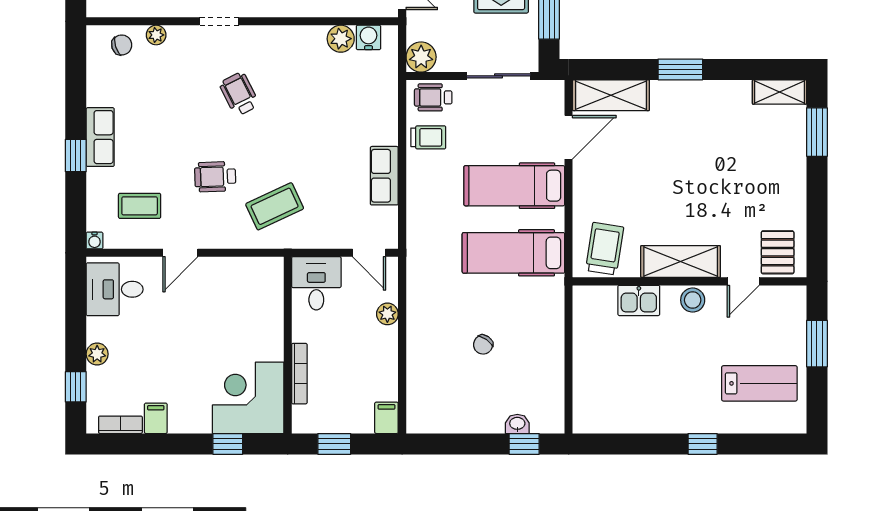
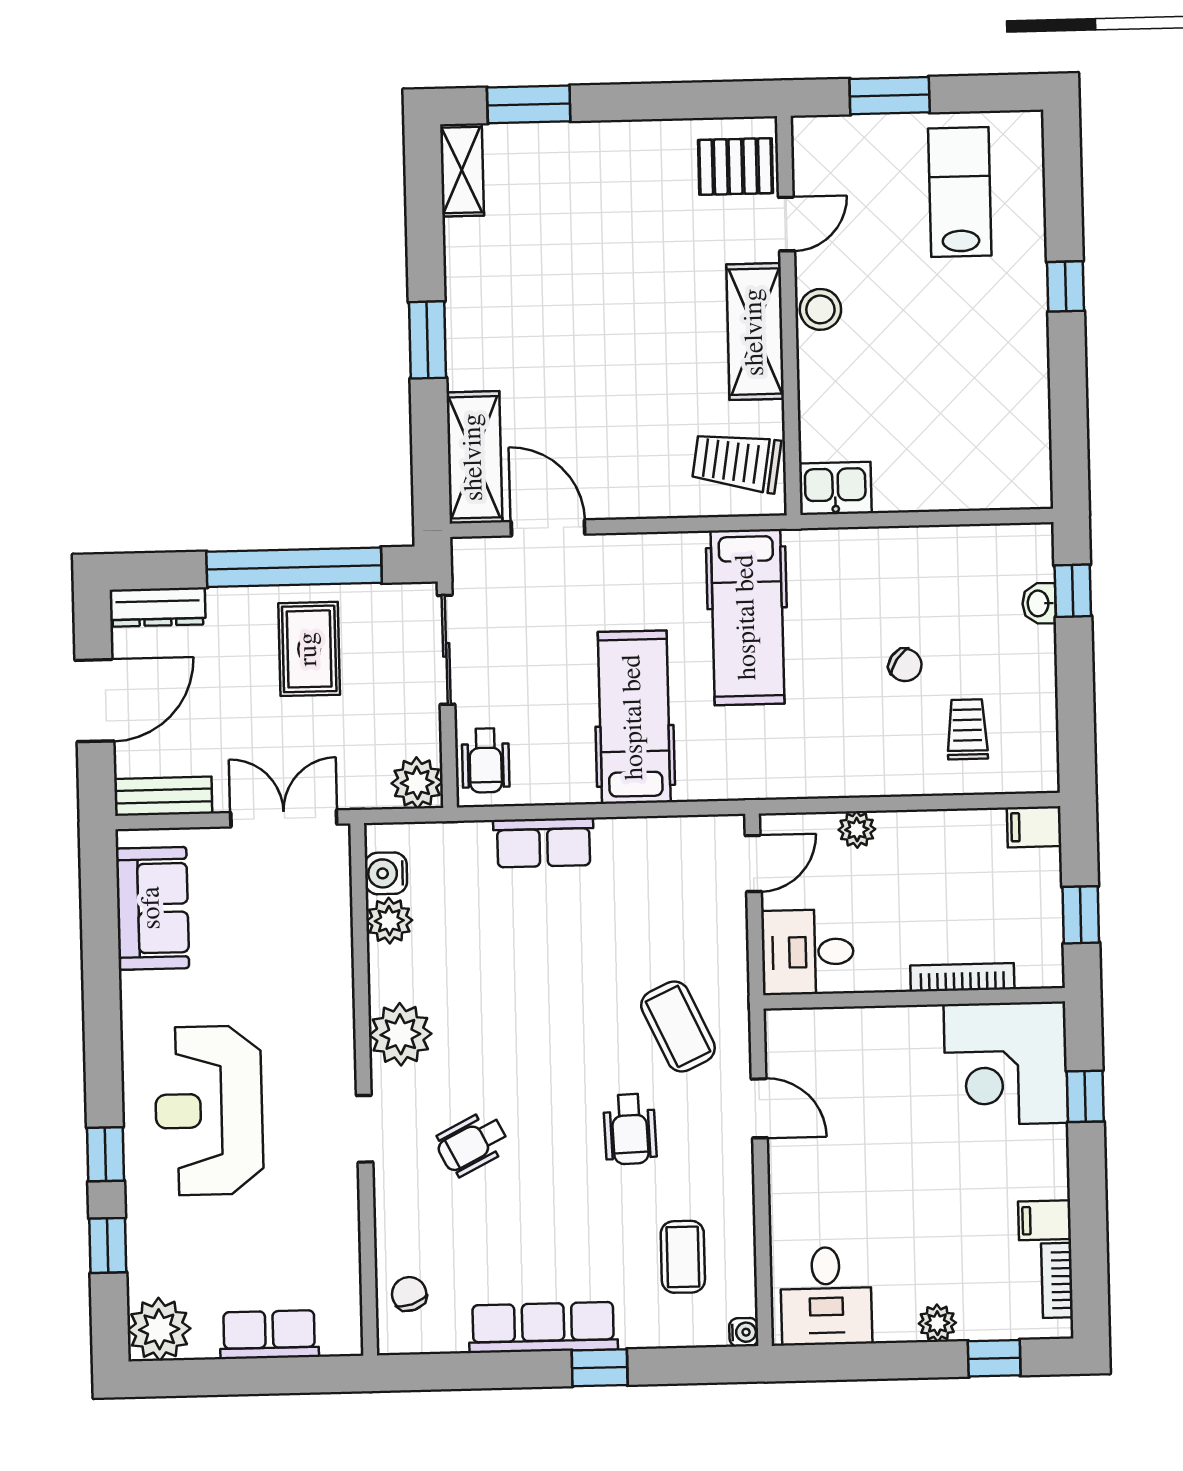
plant: (156, 35) -> (400, 1034), moved, width x1.87, depth x1.87
wheelchair: (239, 94) -> (472, 1144), moved
row of seats: (100, 137) -> (543, 1327), width x1.48
trolley: (428, 137) -> (967, 729), moved
row of seats: (384, 176) -> (543, 843), moved
hospital bed: (514, 186) -> (634, 717), moved, turned 180
door: (180, 253) -> (759, 1108), moved
door: (743, 281) -> (786, 224), hinge flipped
kitchen sink: (639, 300) -> (835, 488), moved, turned -90

